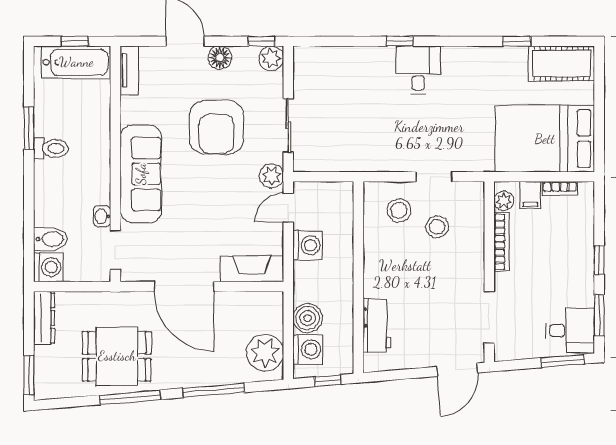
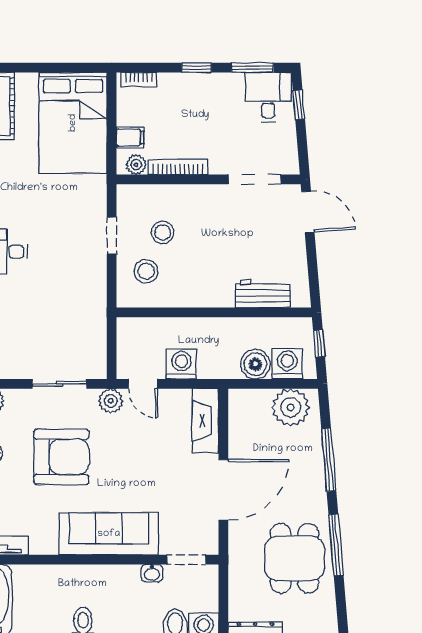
bookcase: (560, 188) -> (139, 80), moved, turned 90
window: (563, 361) -> (299, 105), width x0.67

